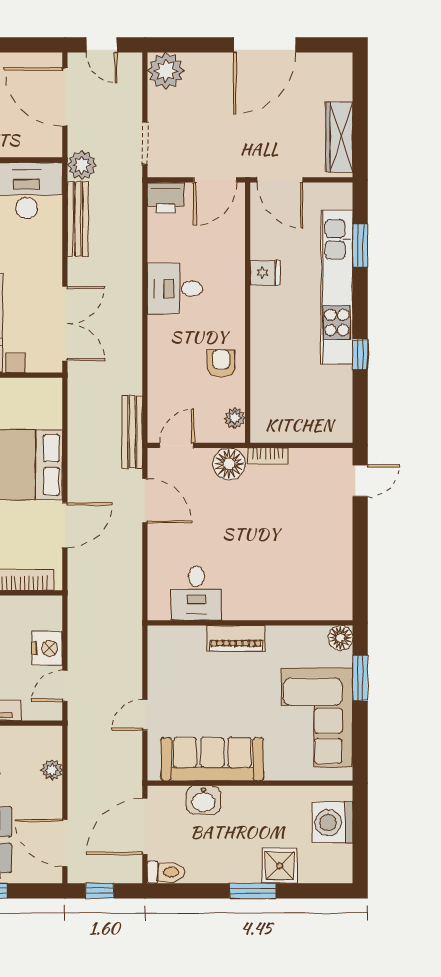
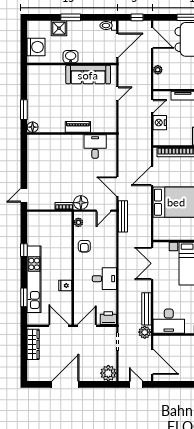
corner sofa: (317, 718) -> (43, 92), removed
washbasin: (204, 800) -> (71, 57), moved

